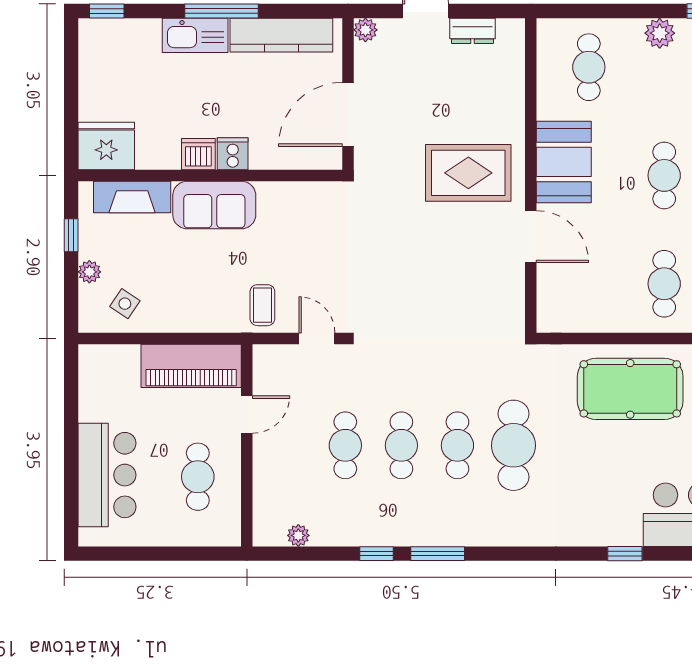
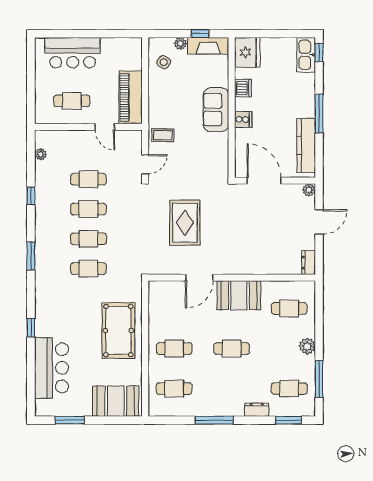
dresser: (472, 31) -> (308, 263), moved
kitchen sink: (195, 35) -> (306, 55), moved
dishwasher: (198, 154) -> (243, 88), moved
rug: (468, 173) -> (185, 223), moved
fireplace: (132, 197) -> (208, 46), moved, turned -90
cafe table: (513, 445) -> (88, 269), width x0.73, depth x0.74
window: (438, 554) -> (31, 256), moved

